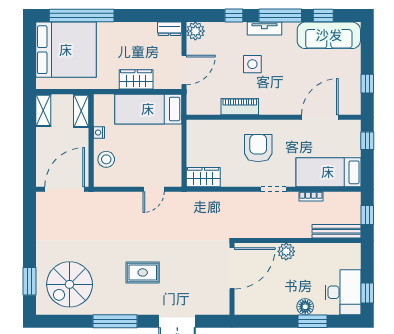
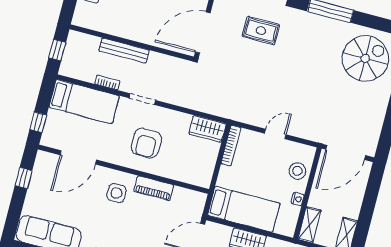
side table: (252, 64) -> (116, 193), moved
bookcase: (176, 167) -> (231, 146), added
door: (154, 189) -> (275, 134), moved
bench: (337, 231) -> (124, 51), moved
plant: (286, 251) -> (145, 35), removed
rug: (143, 272) -> (261, 31), moved

